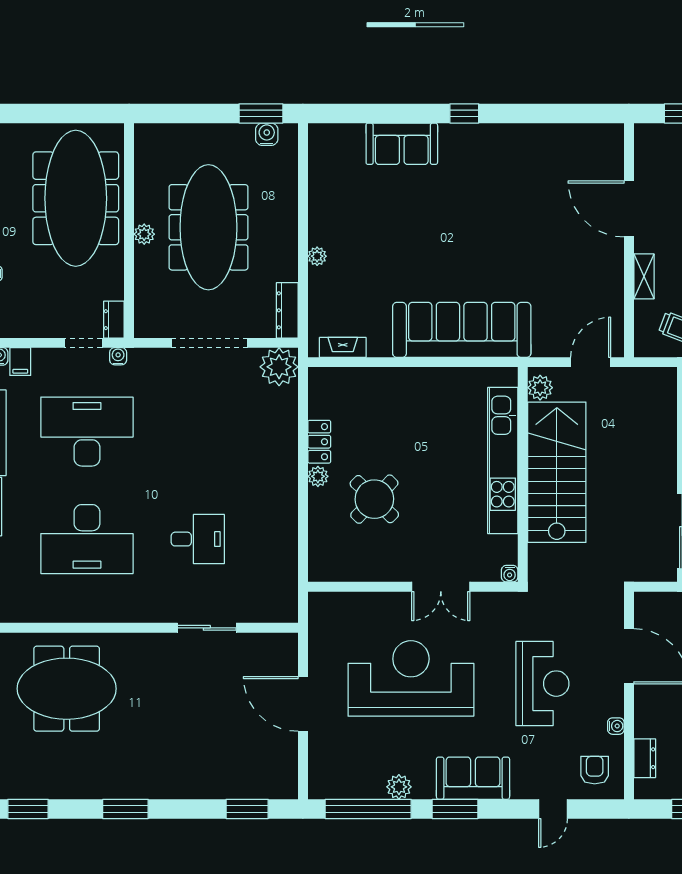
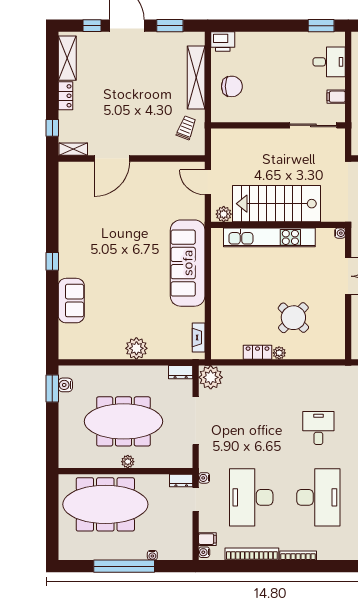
plant: (317, 256) -> (136, 348), width x1.88, depth x1.88
shelving: (644, 276) -> (73, 149), moved
dresser: (287, 310) -> (181, 372), width x0.70

